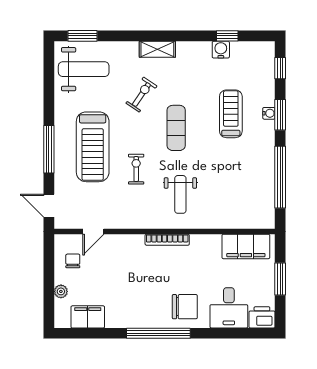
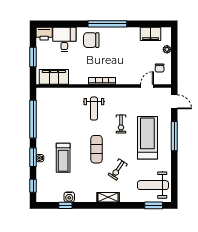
weight bench: (180, 194) -> (94, 109), turned 180

